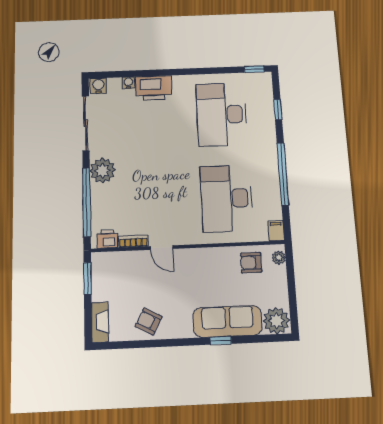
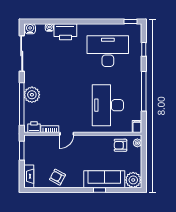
desk: (222, 114) -> (108, 51), turned 90
plant: (103, 171) -> (32, 95), moved
door: (162, 248) -> (67, 134), hinge flipped

